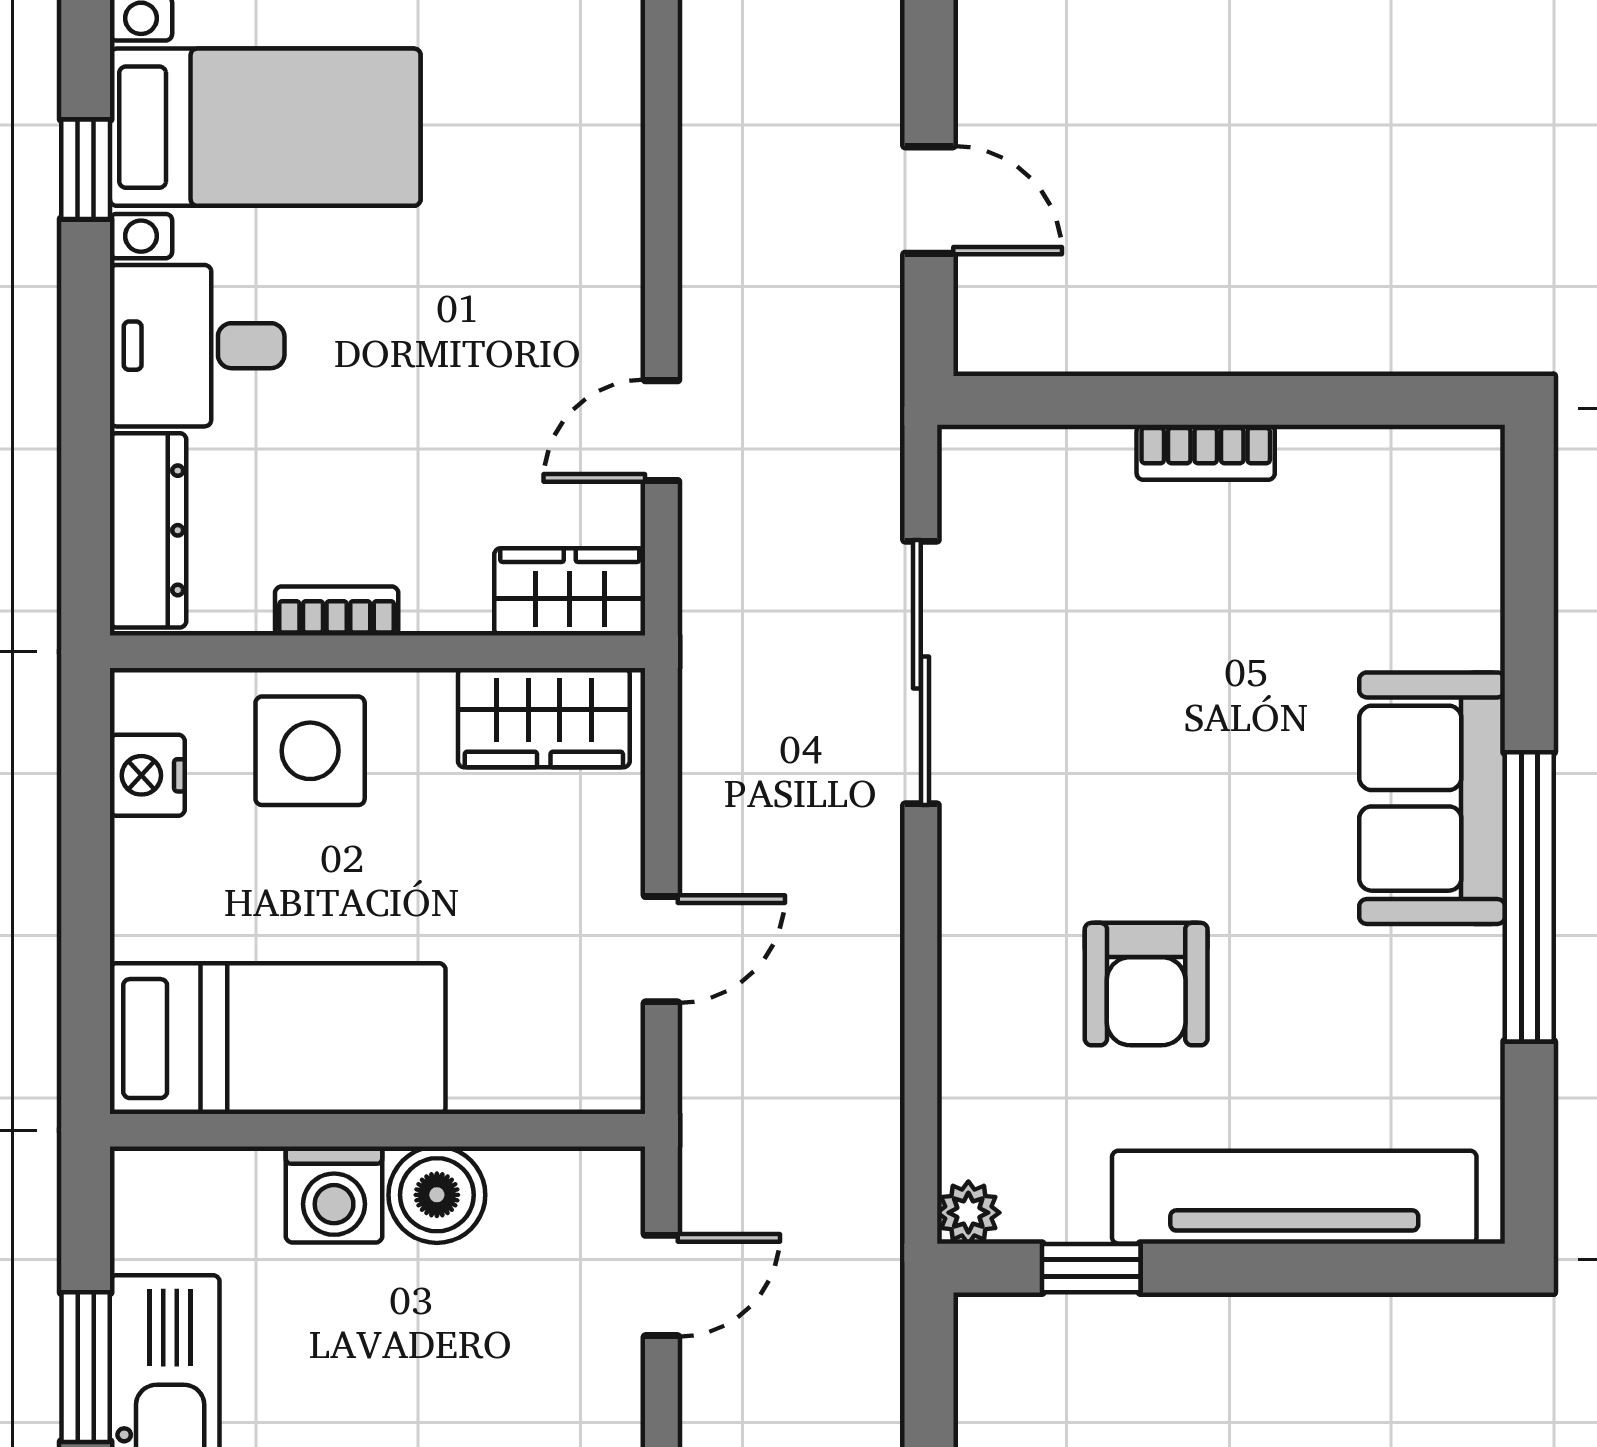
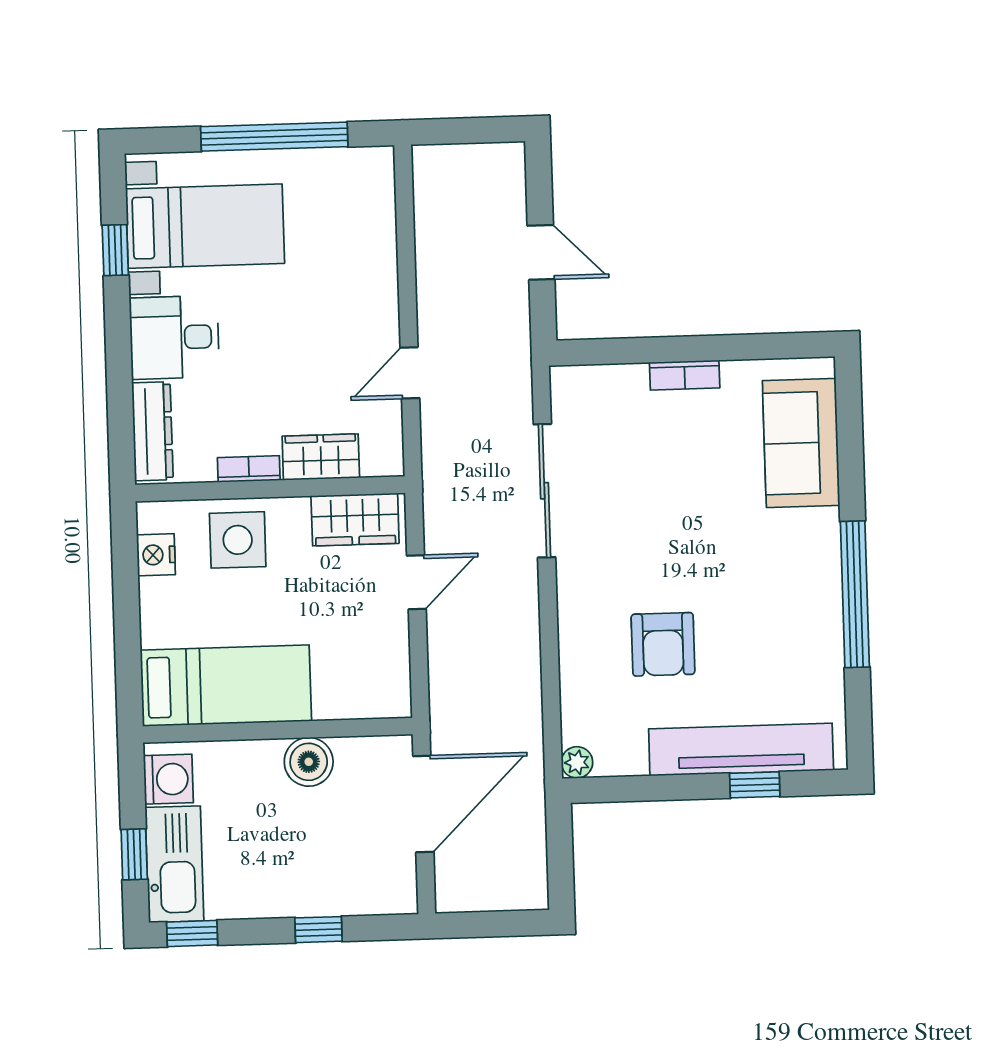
wardrobe: (570, 592) -> (321, 457), moved
sofa: (1432, 798) -> (801, 443), moved
door: (661, 949) -> (416, 582), moved
washing machine: (334, 1195) -> (168, 779), moved, turned -90
window: (1091, 1268) -> (755, 785), moved
door: (661, 1285) -> (423, 804), width x1.87
window: (86, 1367) -> (134, 854), width x0.67

